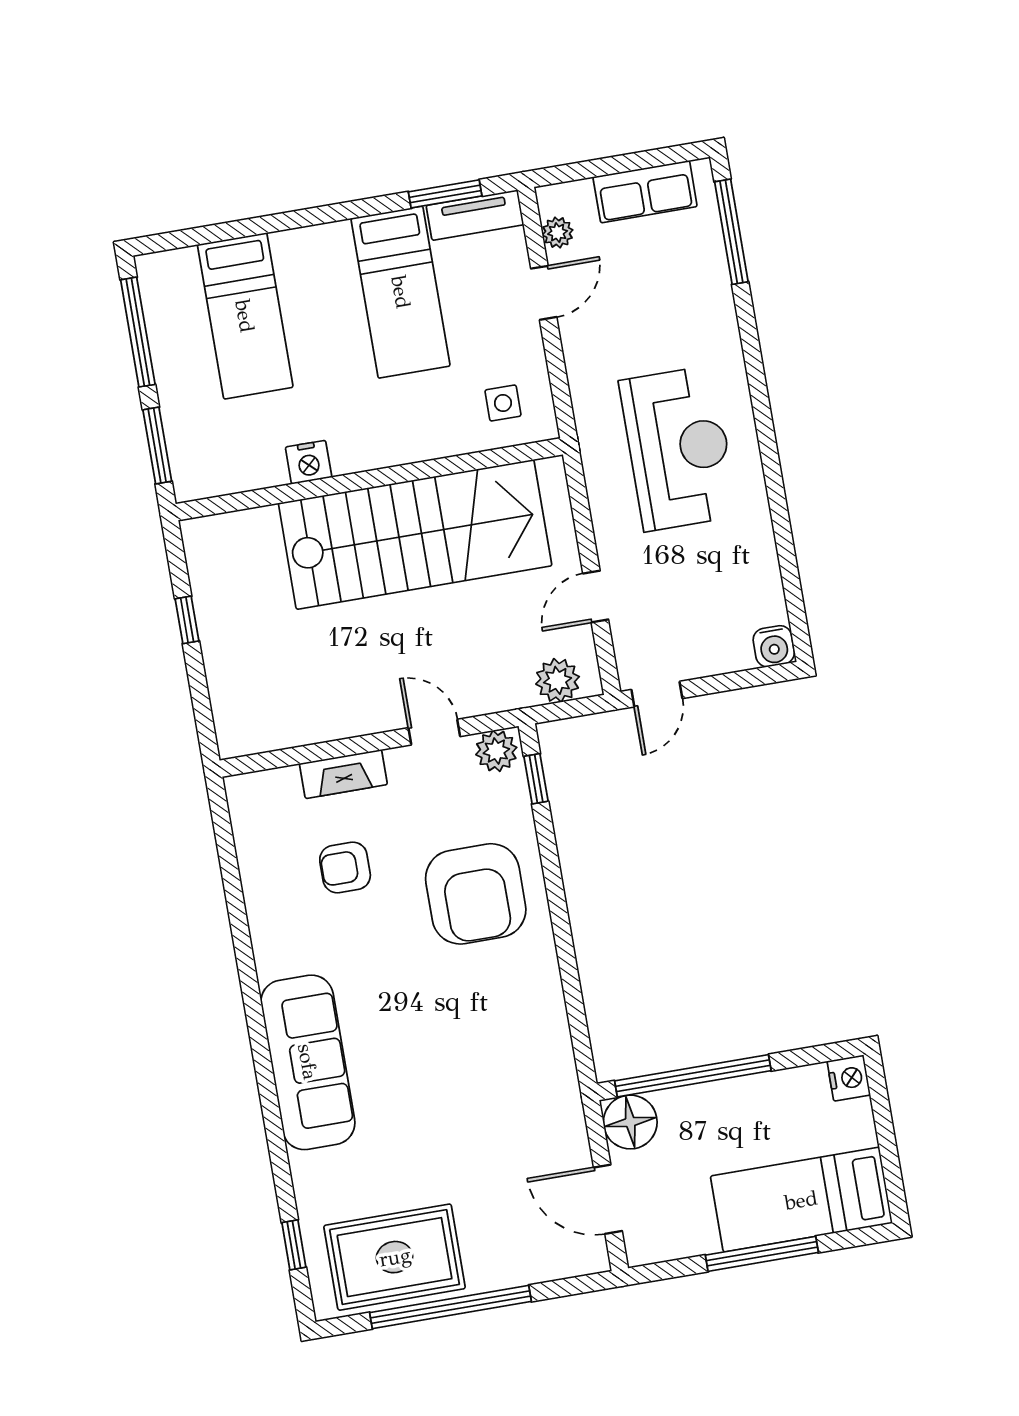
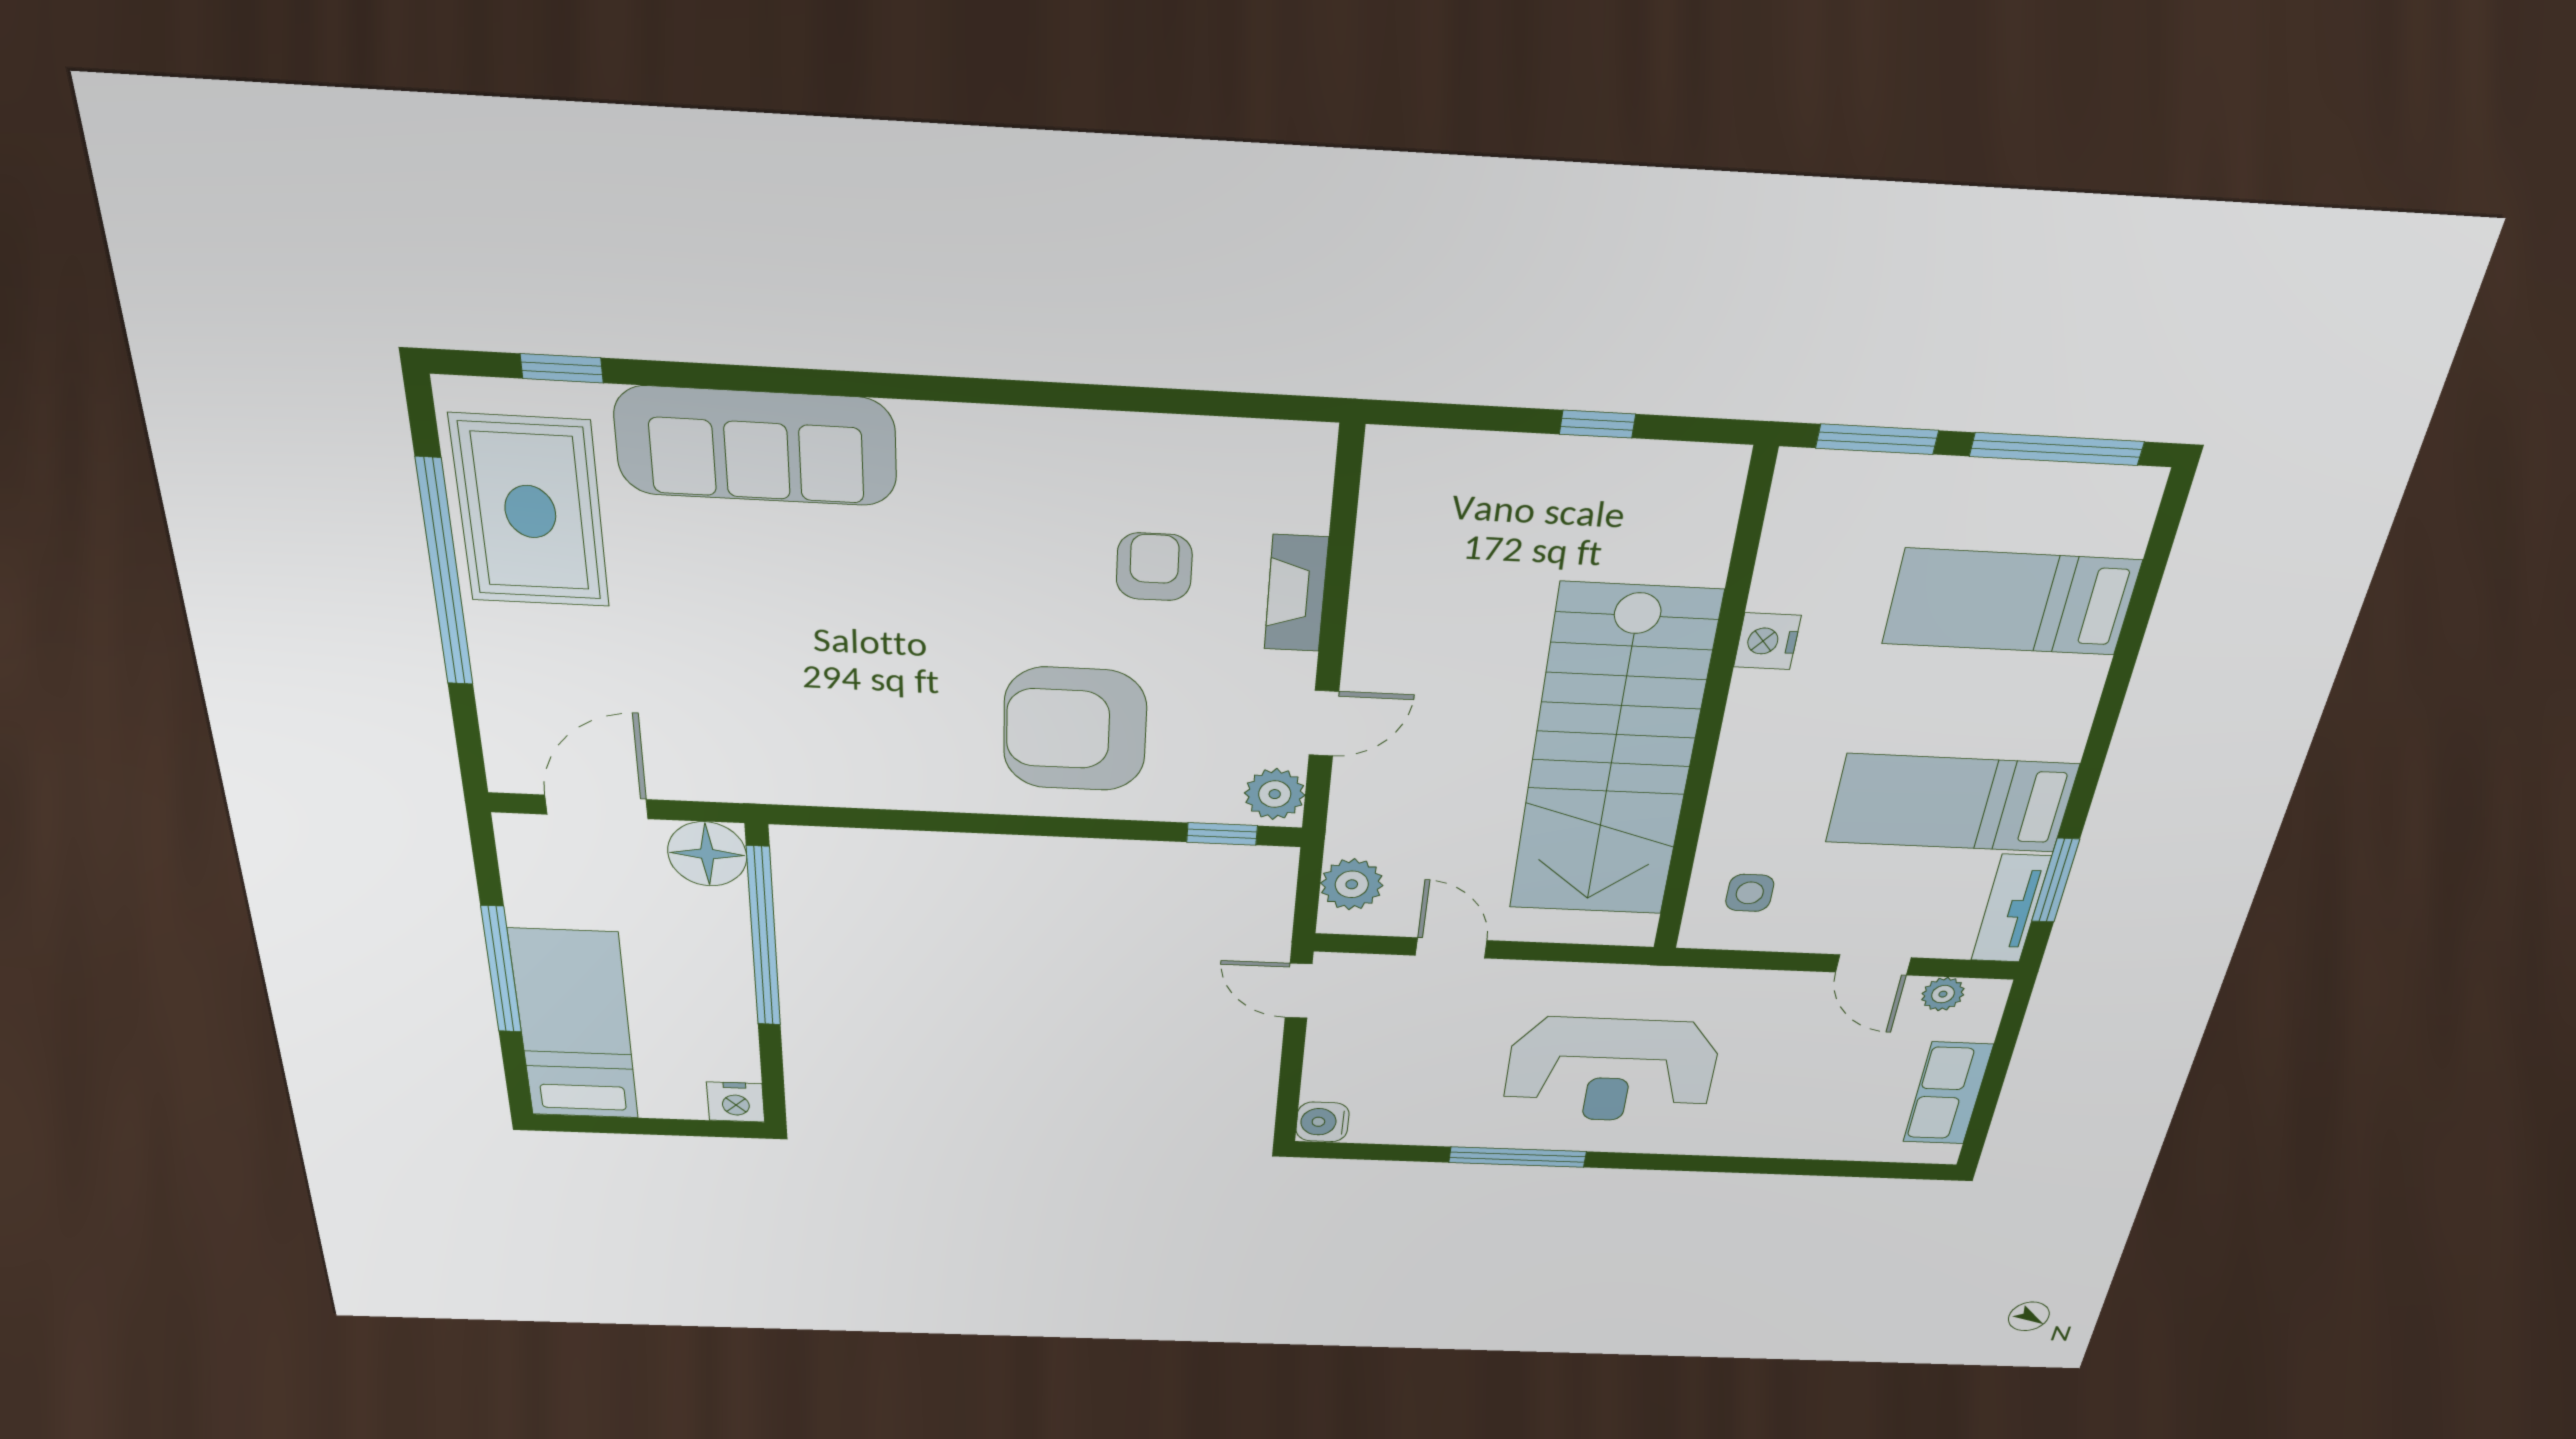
window: (731, 232) -> (1518, 1157), moved
sofa: (308, 1062) -> (756, 446), moved

